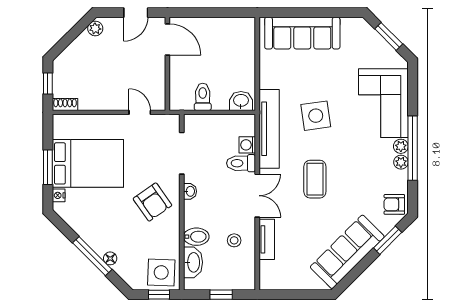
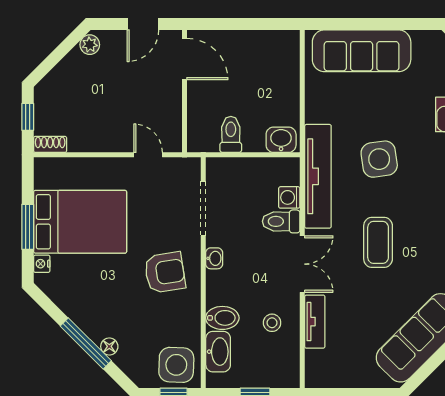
armchair: (152, 202) -> (165, 272), turned -64

